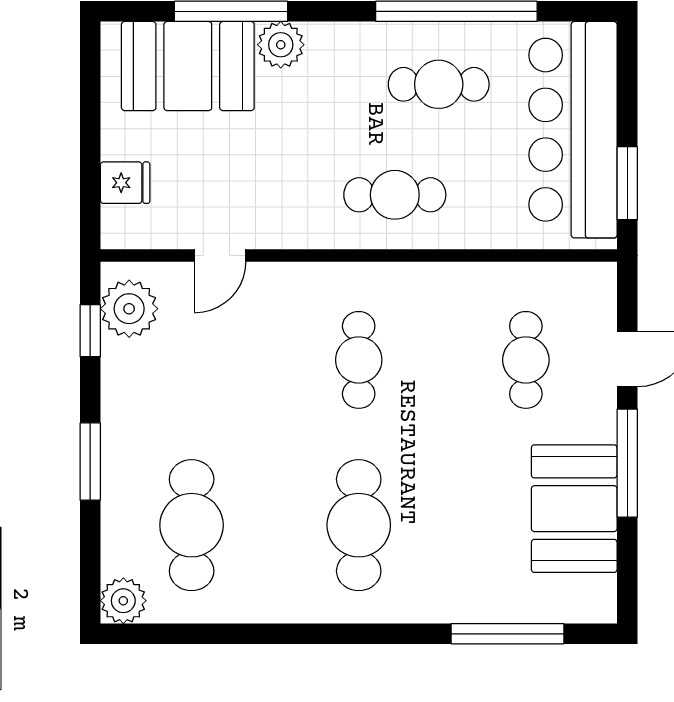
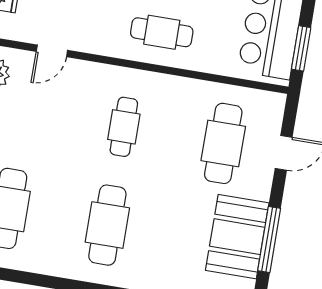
cafe table: (526, 360) -> (223, 143), width x1.37, depth x1.35
window: (627, 463) -> (269, 239), moved

